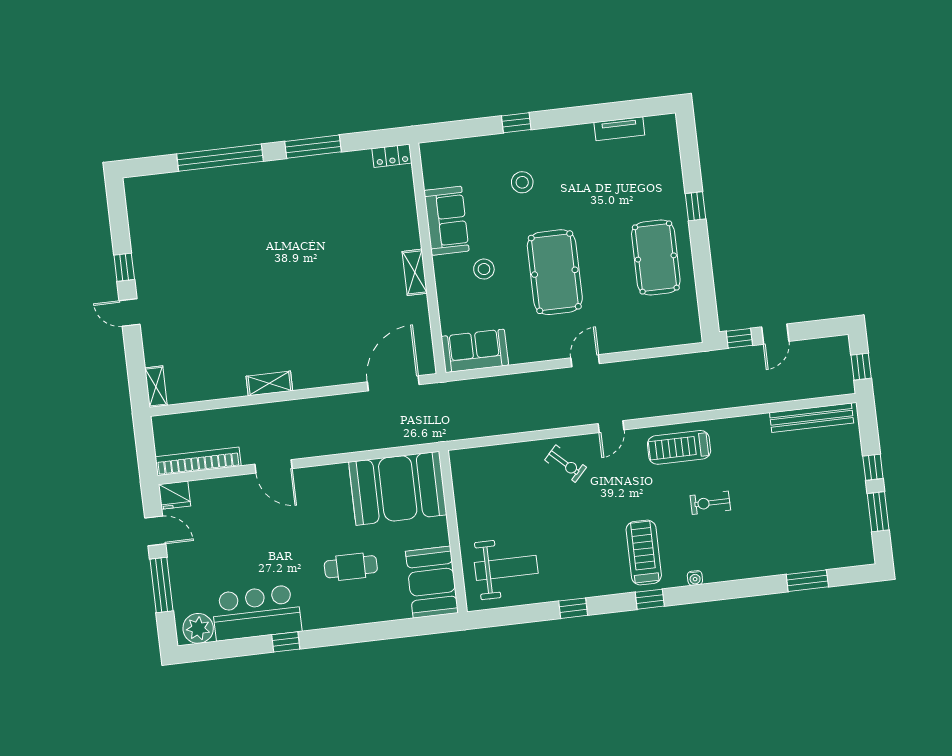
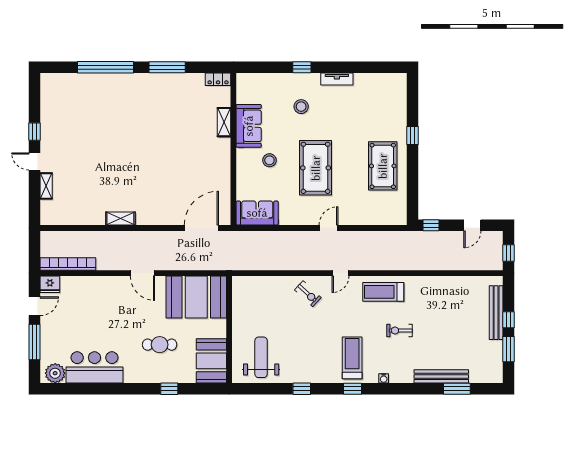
tv unit: (619, 129) -> (337, 79), moved
shelving: (415, 272) -> (224, 122), moved
door: (775, 334) -> (472, 225), moved
shelving: (156, 387) -> (46, 186), moved
bench: (812, 418) -> (496, 313), moved, turned 90
door: (274, 466) -> (142, 273), moved
door: (155, 531) -> (35, 306), hinge flipped
bench: (782, 565) -> (441, 376), added
weight bench: (506, 568) -> (261, 357), turned -90
window: (286, 642) -> (169, 389), moved

